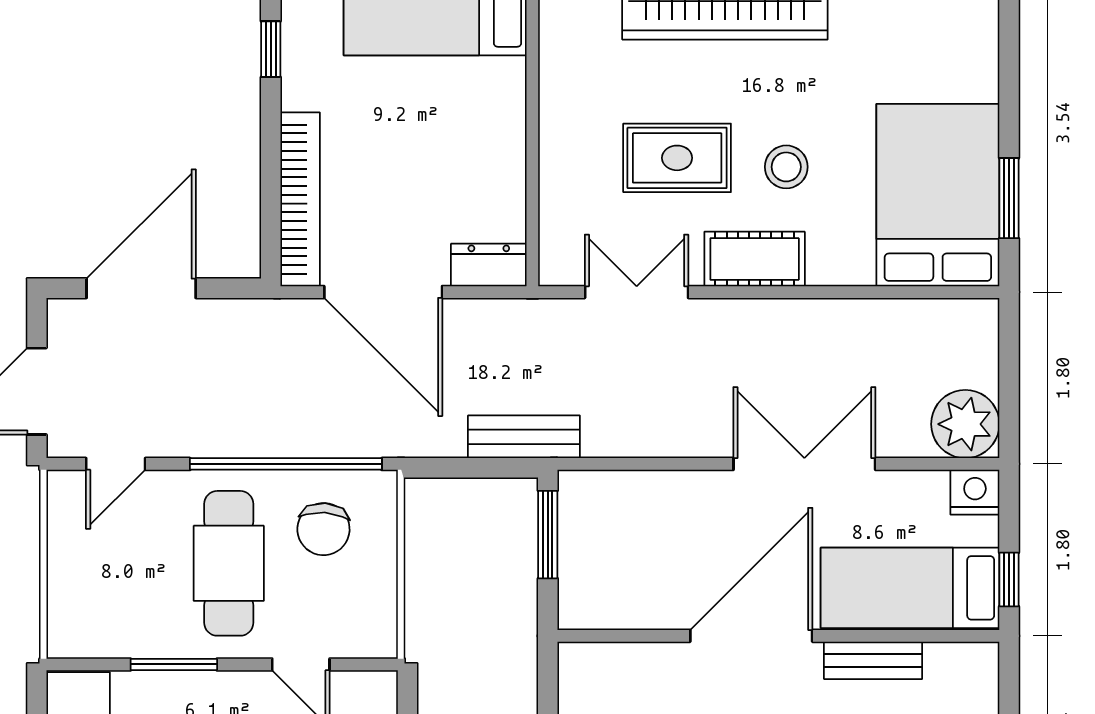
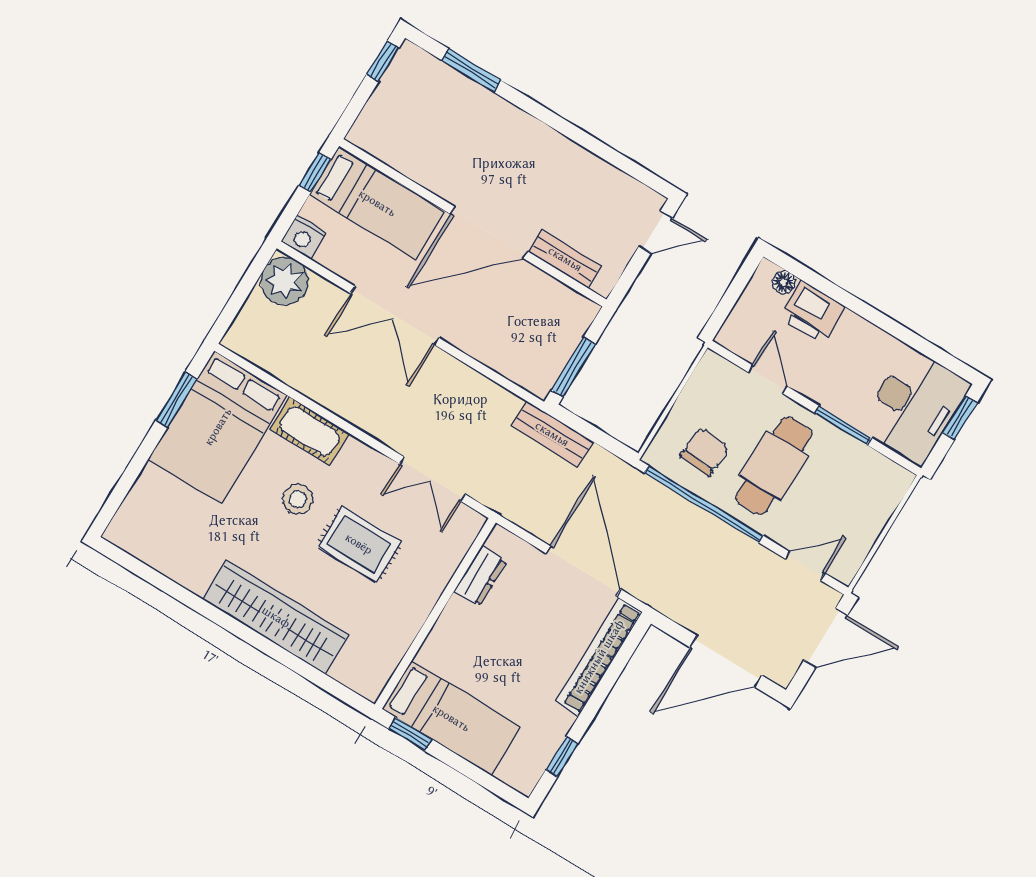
cot: (755, 259) -> (310, 431), moved
dresser: (489, 265) -> (480, 576), moved, turned -90
bench: (873, 660) -> (565, 259), moved

